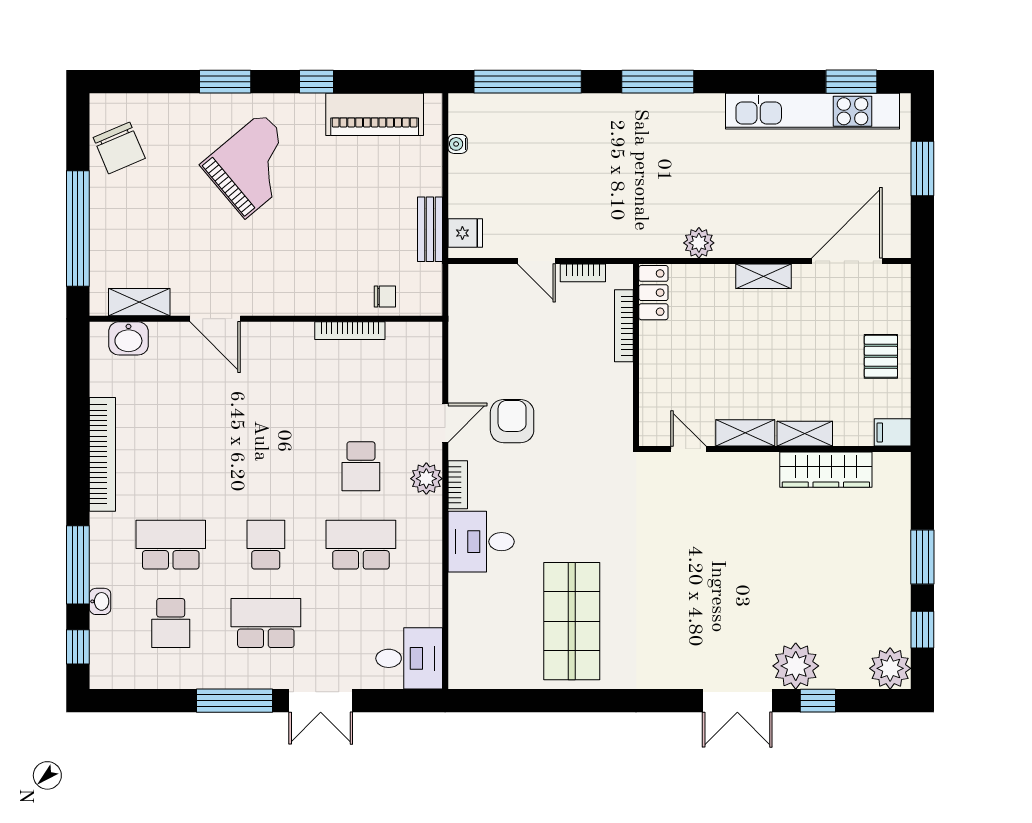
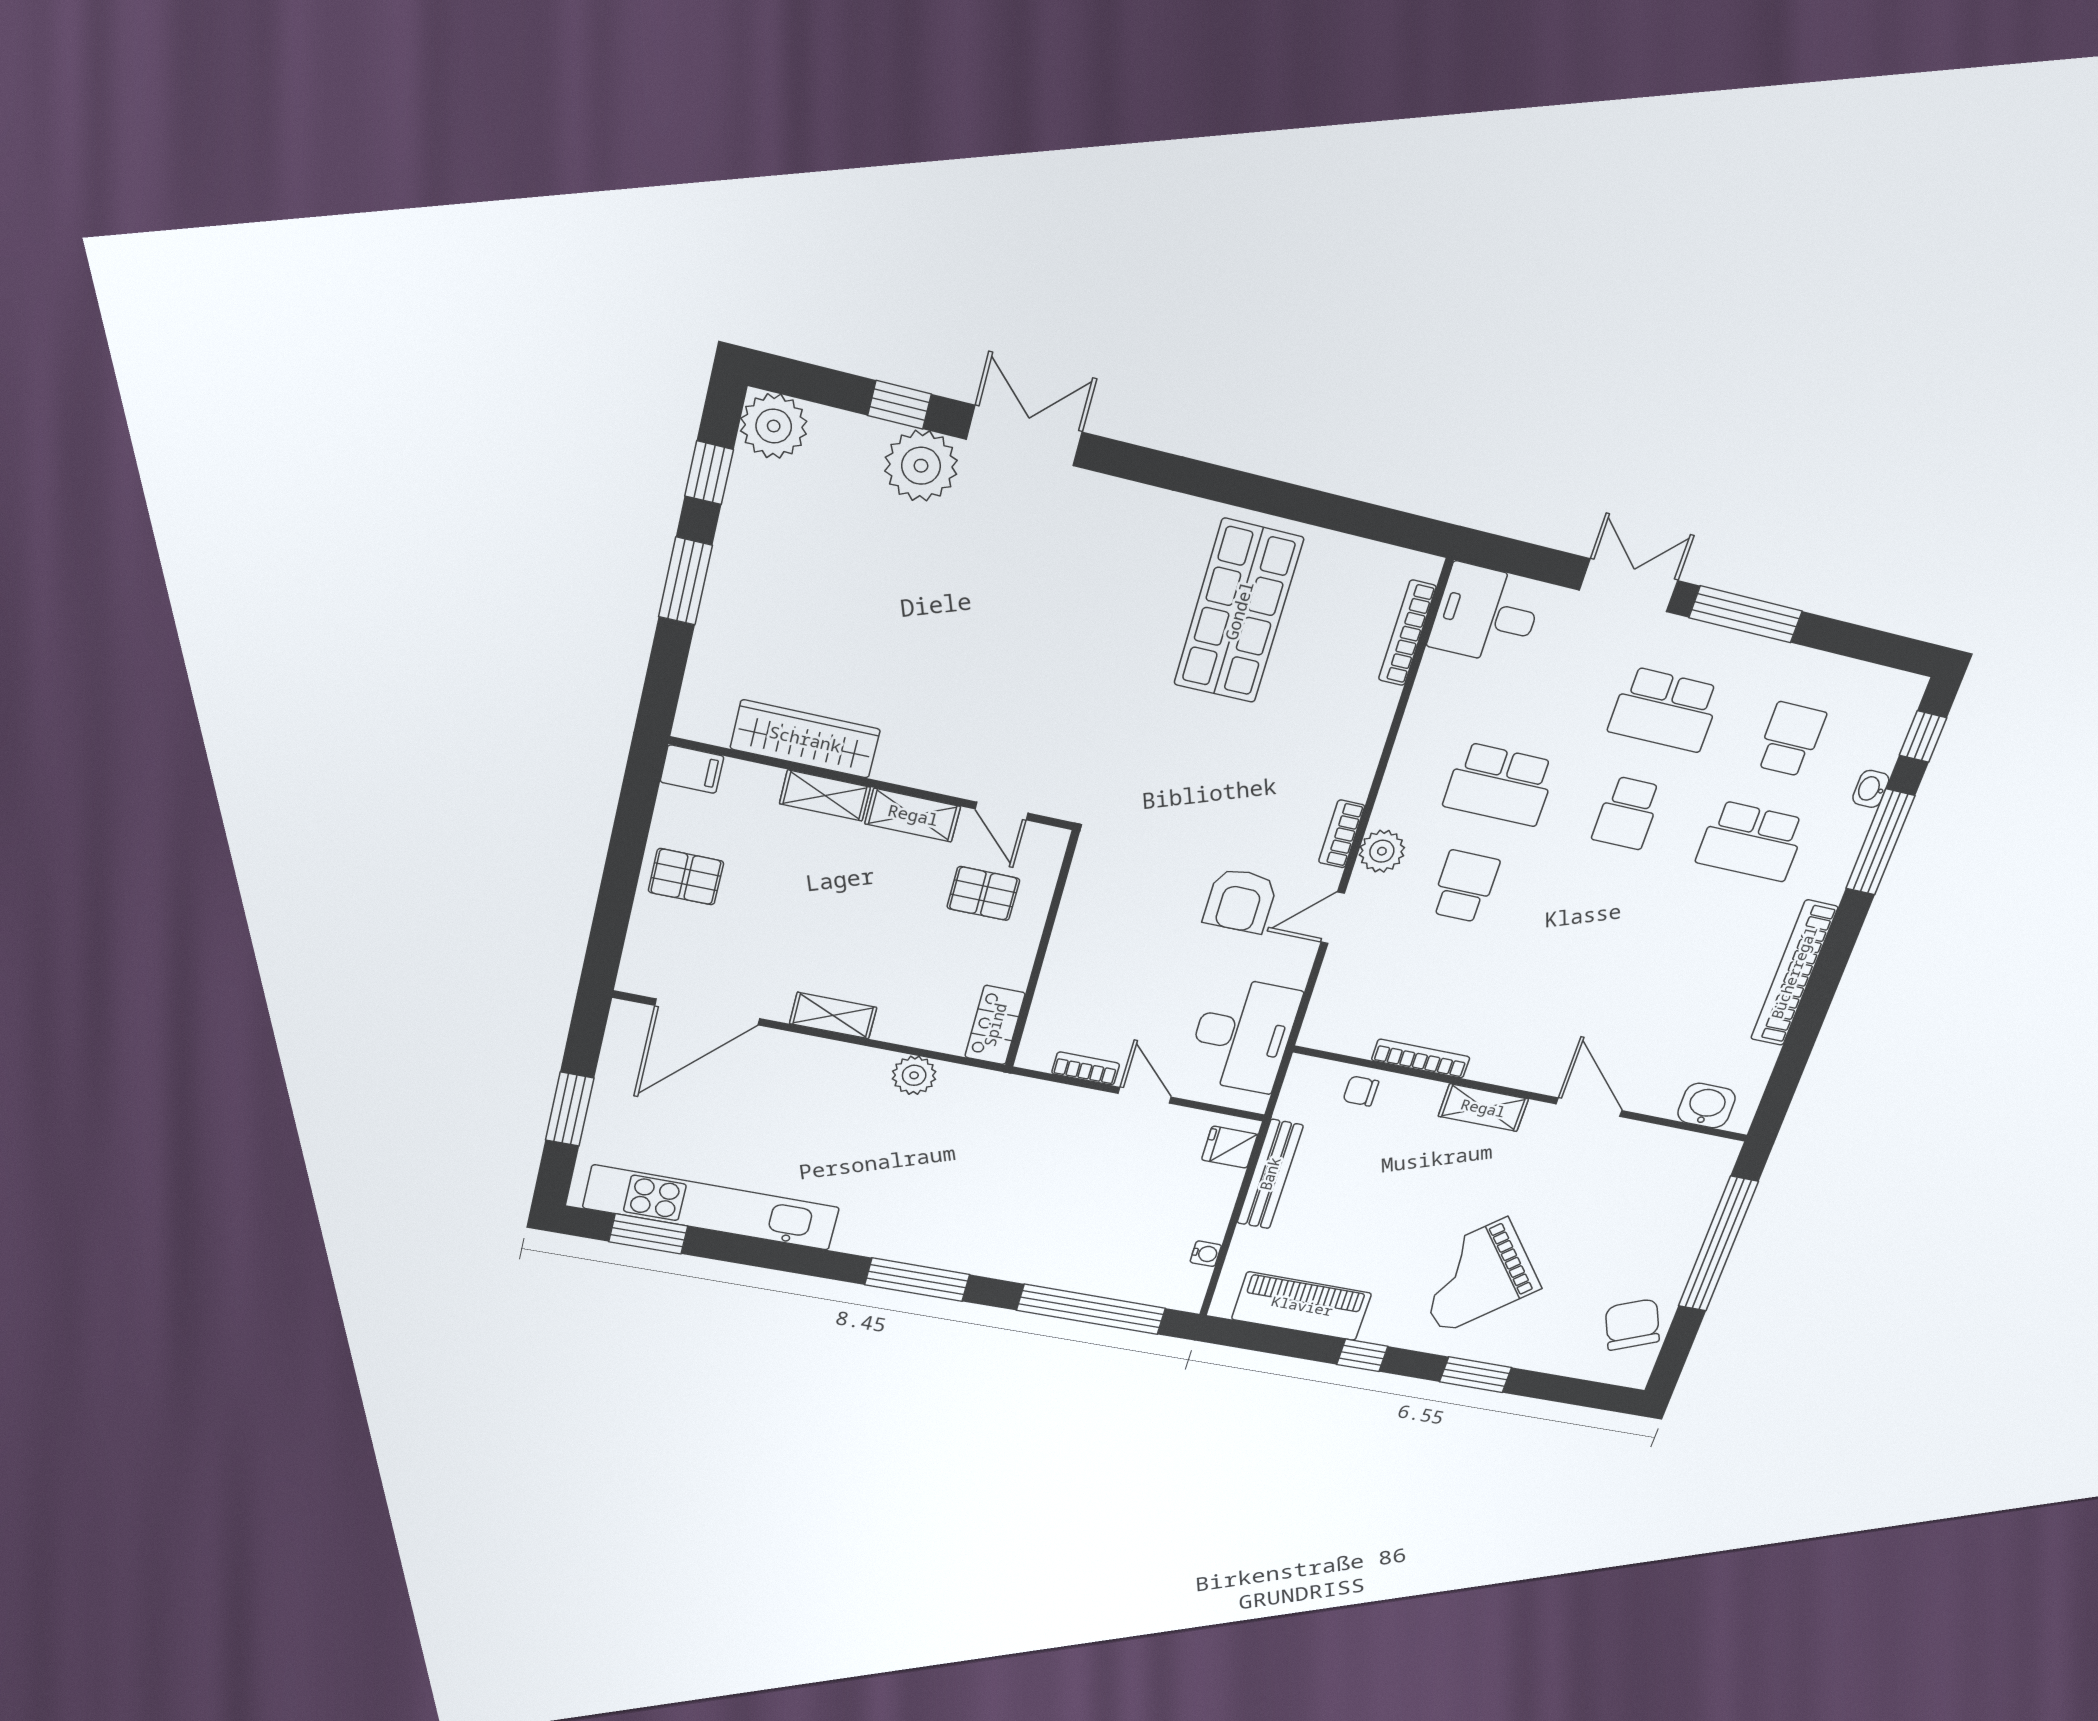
bench: (430, 229) -> (1270, 1174), width x1.36
shelving: (139, 302) -> (1483, 1108), moved
bookcase: (624, 326) -> (1407, 633), moved, turned 180
pallet: (881, 356) -> (686, 877), turned 90
pallet: (686, 388) -> (983, 893), added
desk: (481, 542) -> (1243, 1035), moved, width x1.37

